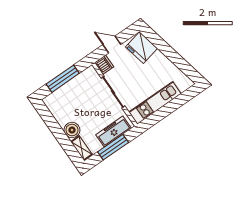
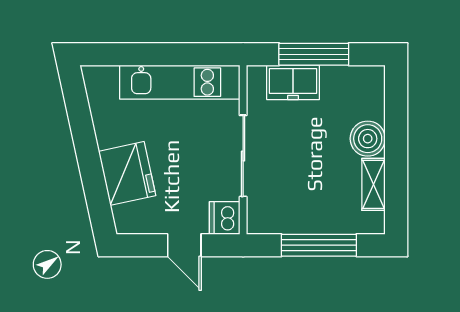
fridge: (142, 48) -> (127, 173), moved
freezer: (113, 132) -> (293, 82), width x0.71
shelving: (81, 148) -> (374, 184), moved

